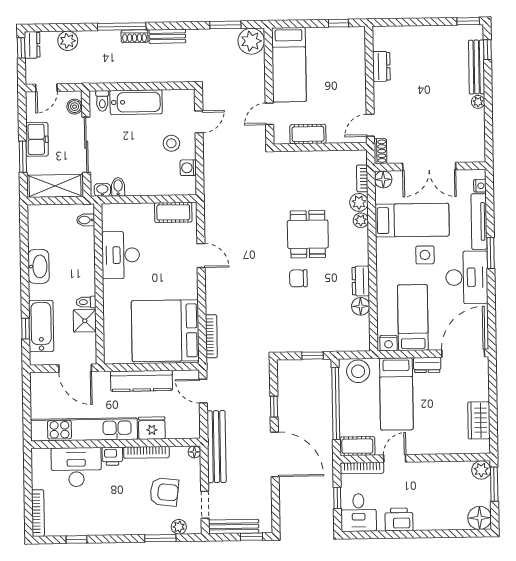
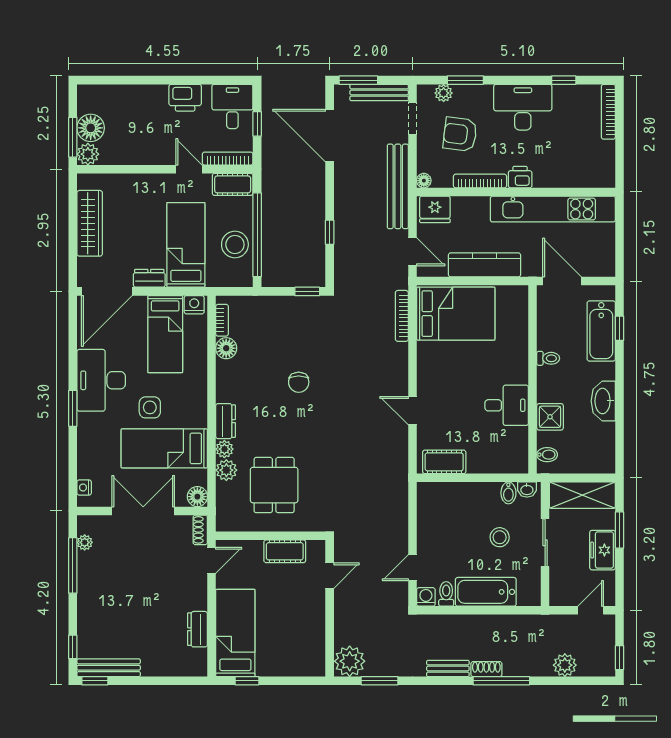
dresser: (32, 45) -> (607, 661), removed
bed: (289, 65) -> (235, 633), moved
bench: (477, 67) -> (109, 668), moved, turned 90
toilet: (102, 101) -> (446, 594), moved
plant: (478, 102) -> (85, 542), moved
boiler: (75, 107) -> (558, 588), removed
window: (488, 119) -> (73, 565), added
stool: (171, 143) -> (500, 537), moved
sliding door: (86, 145) -> (545, 543), width x0.73
washing machine: (188, 168) -> (426, 597), moved, turned -90
bookcase: (362, 178) -> (222, 320), moved
tv unit: (479, 222) -> (86, 446), removed
dining table: (308, 234) -> (274, 485), moved
desk: (121, 255) -> (507, 405), width x0.73
chair: (298, 278) -> (299, 382), turned 90
dresser: (361, 281) -> (226, 421), moved
shower: (85, 321) -> (550, 417), moved
bed: (165, 331) -> (456, 314), width x0.73
window: (313, 356) -> (307, 291), moved
stool: (358, 371) -> (235, 245), moved
wardrobe: (479, 420) -> (90, 223), width x1.50
fridge: (152, 428) -> (435, 209), moved
door: (275, 454) -> (330, 136), moved
door: (395, 458) -> (189, 169), swing flipped
desk: (76, 467) -> (523, 107), moved, turned 180
floor lamp: (480, 518) -> (91, 128), moved
window: (252, 537) -> (358, 80), width x1.50

